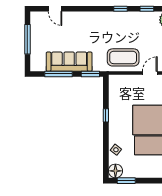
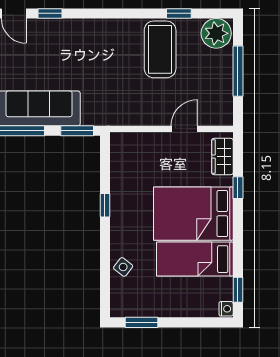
window: (121, 9) -> (50, 13), moved
coffee table: (123, 57) -> (160, 49), moved, turned 90
floor lamp: (115, 171) -> (122, 305), removed

